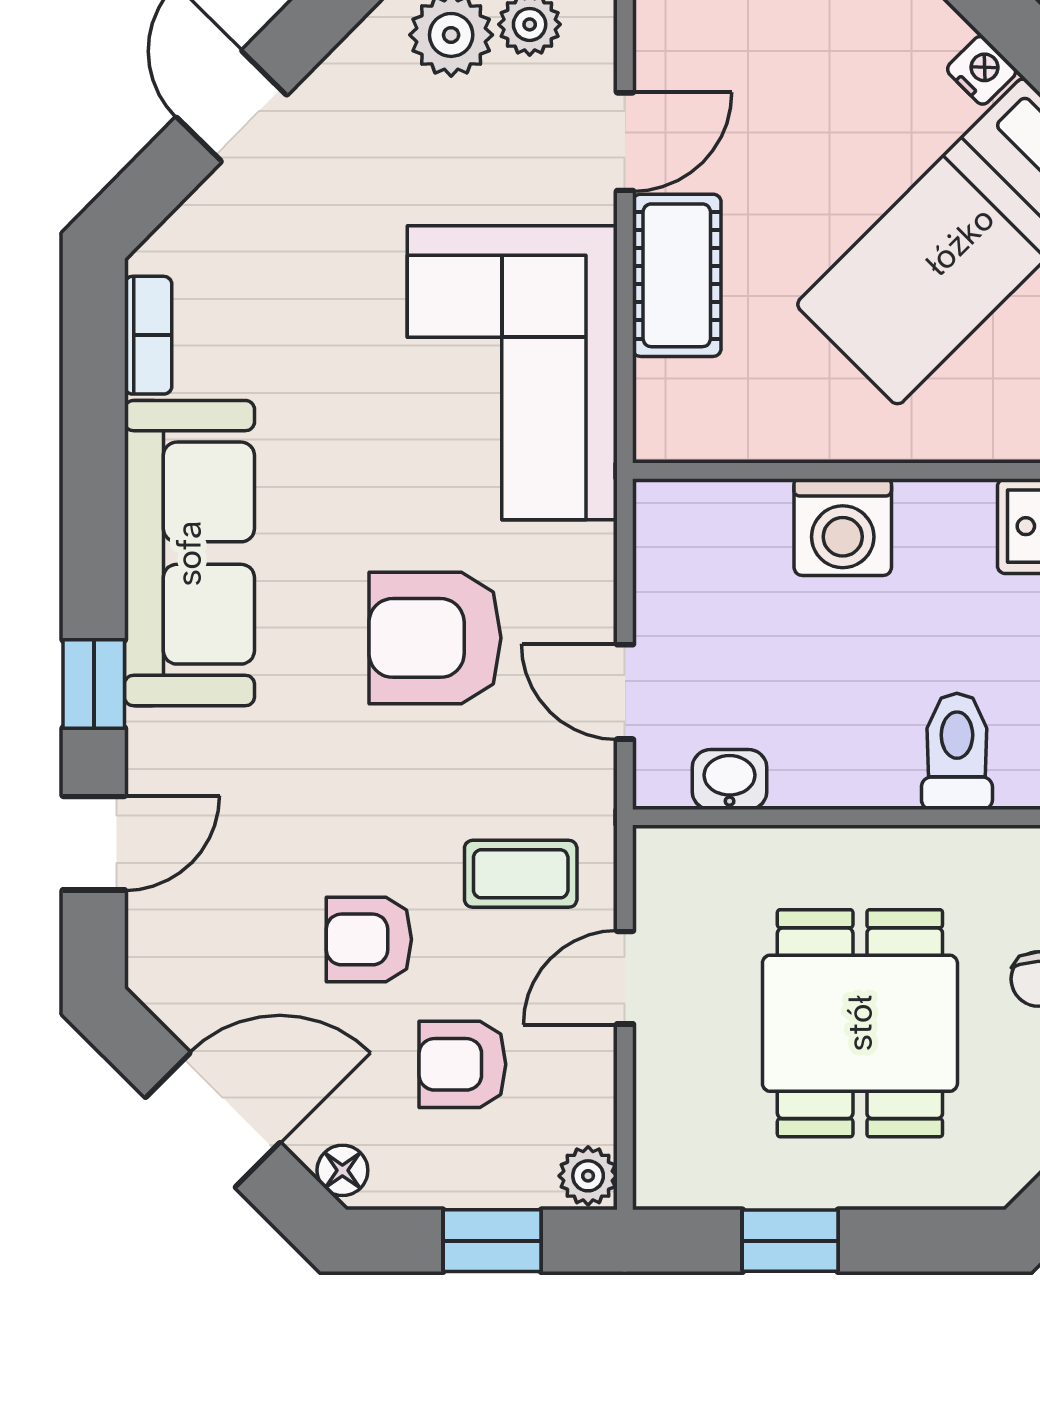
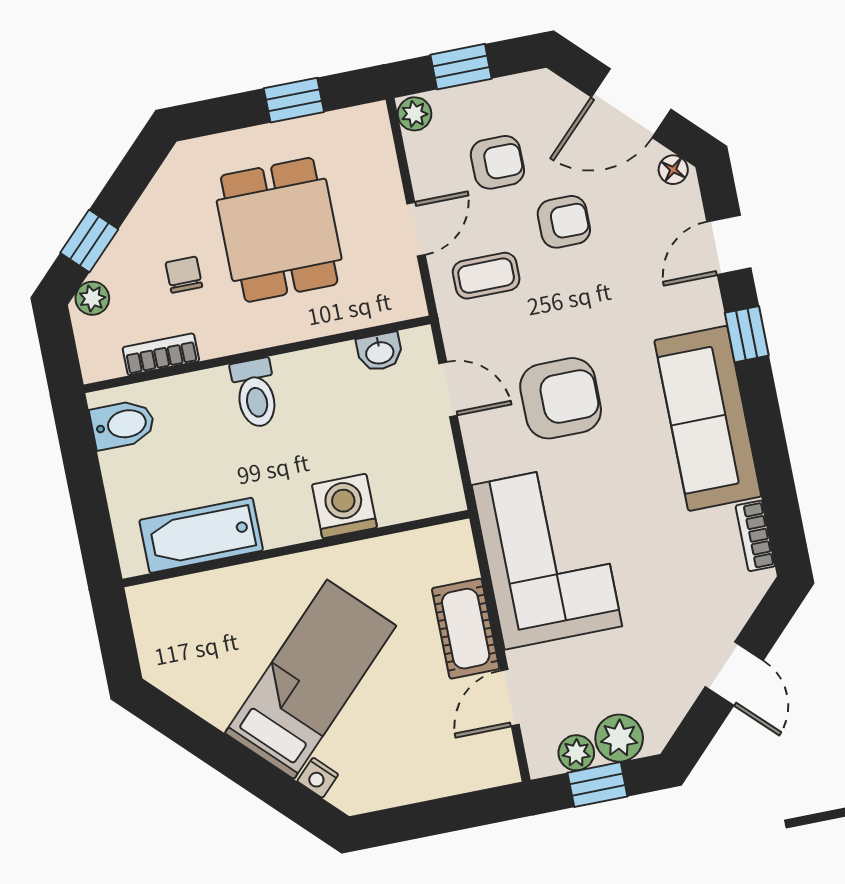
floor lamp: (342, 1170) -> (673, 170), moved

